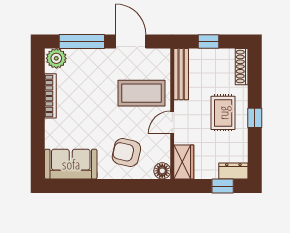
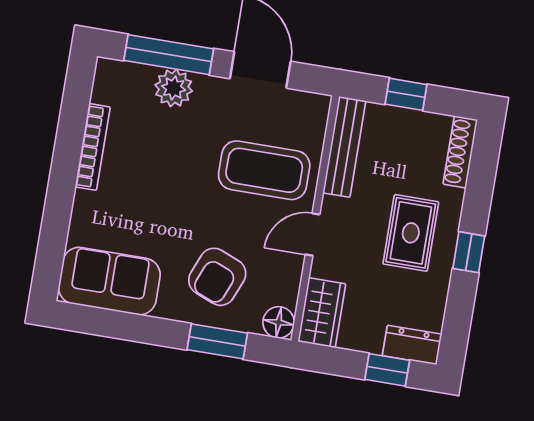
plant: (56, 58) -> (174, 88), moved
armchair: (126, 153) -> (217, 277), turned -81
window: (132, 186) -> (217, 341), added

